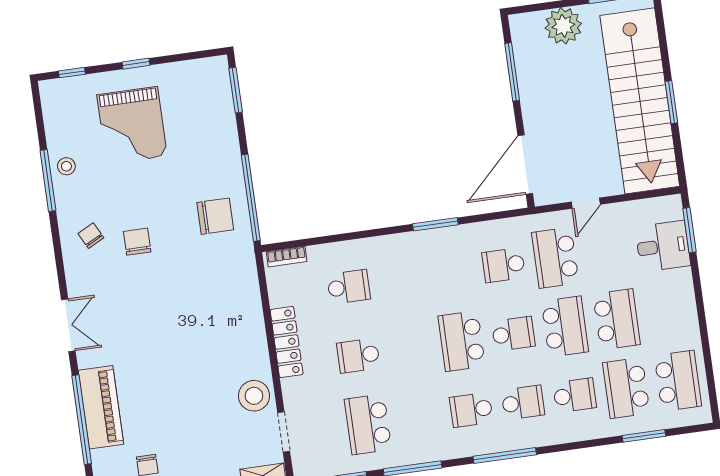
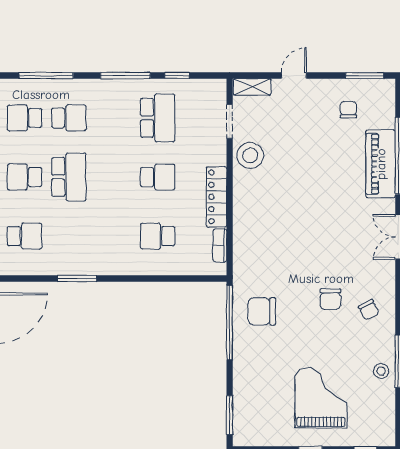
bookcase: (287, 257) -> (220, 245), moved, turned -90

